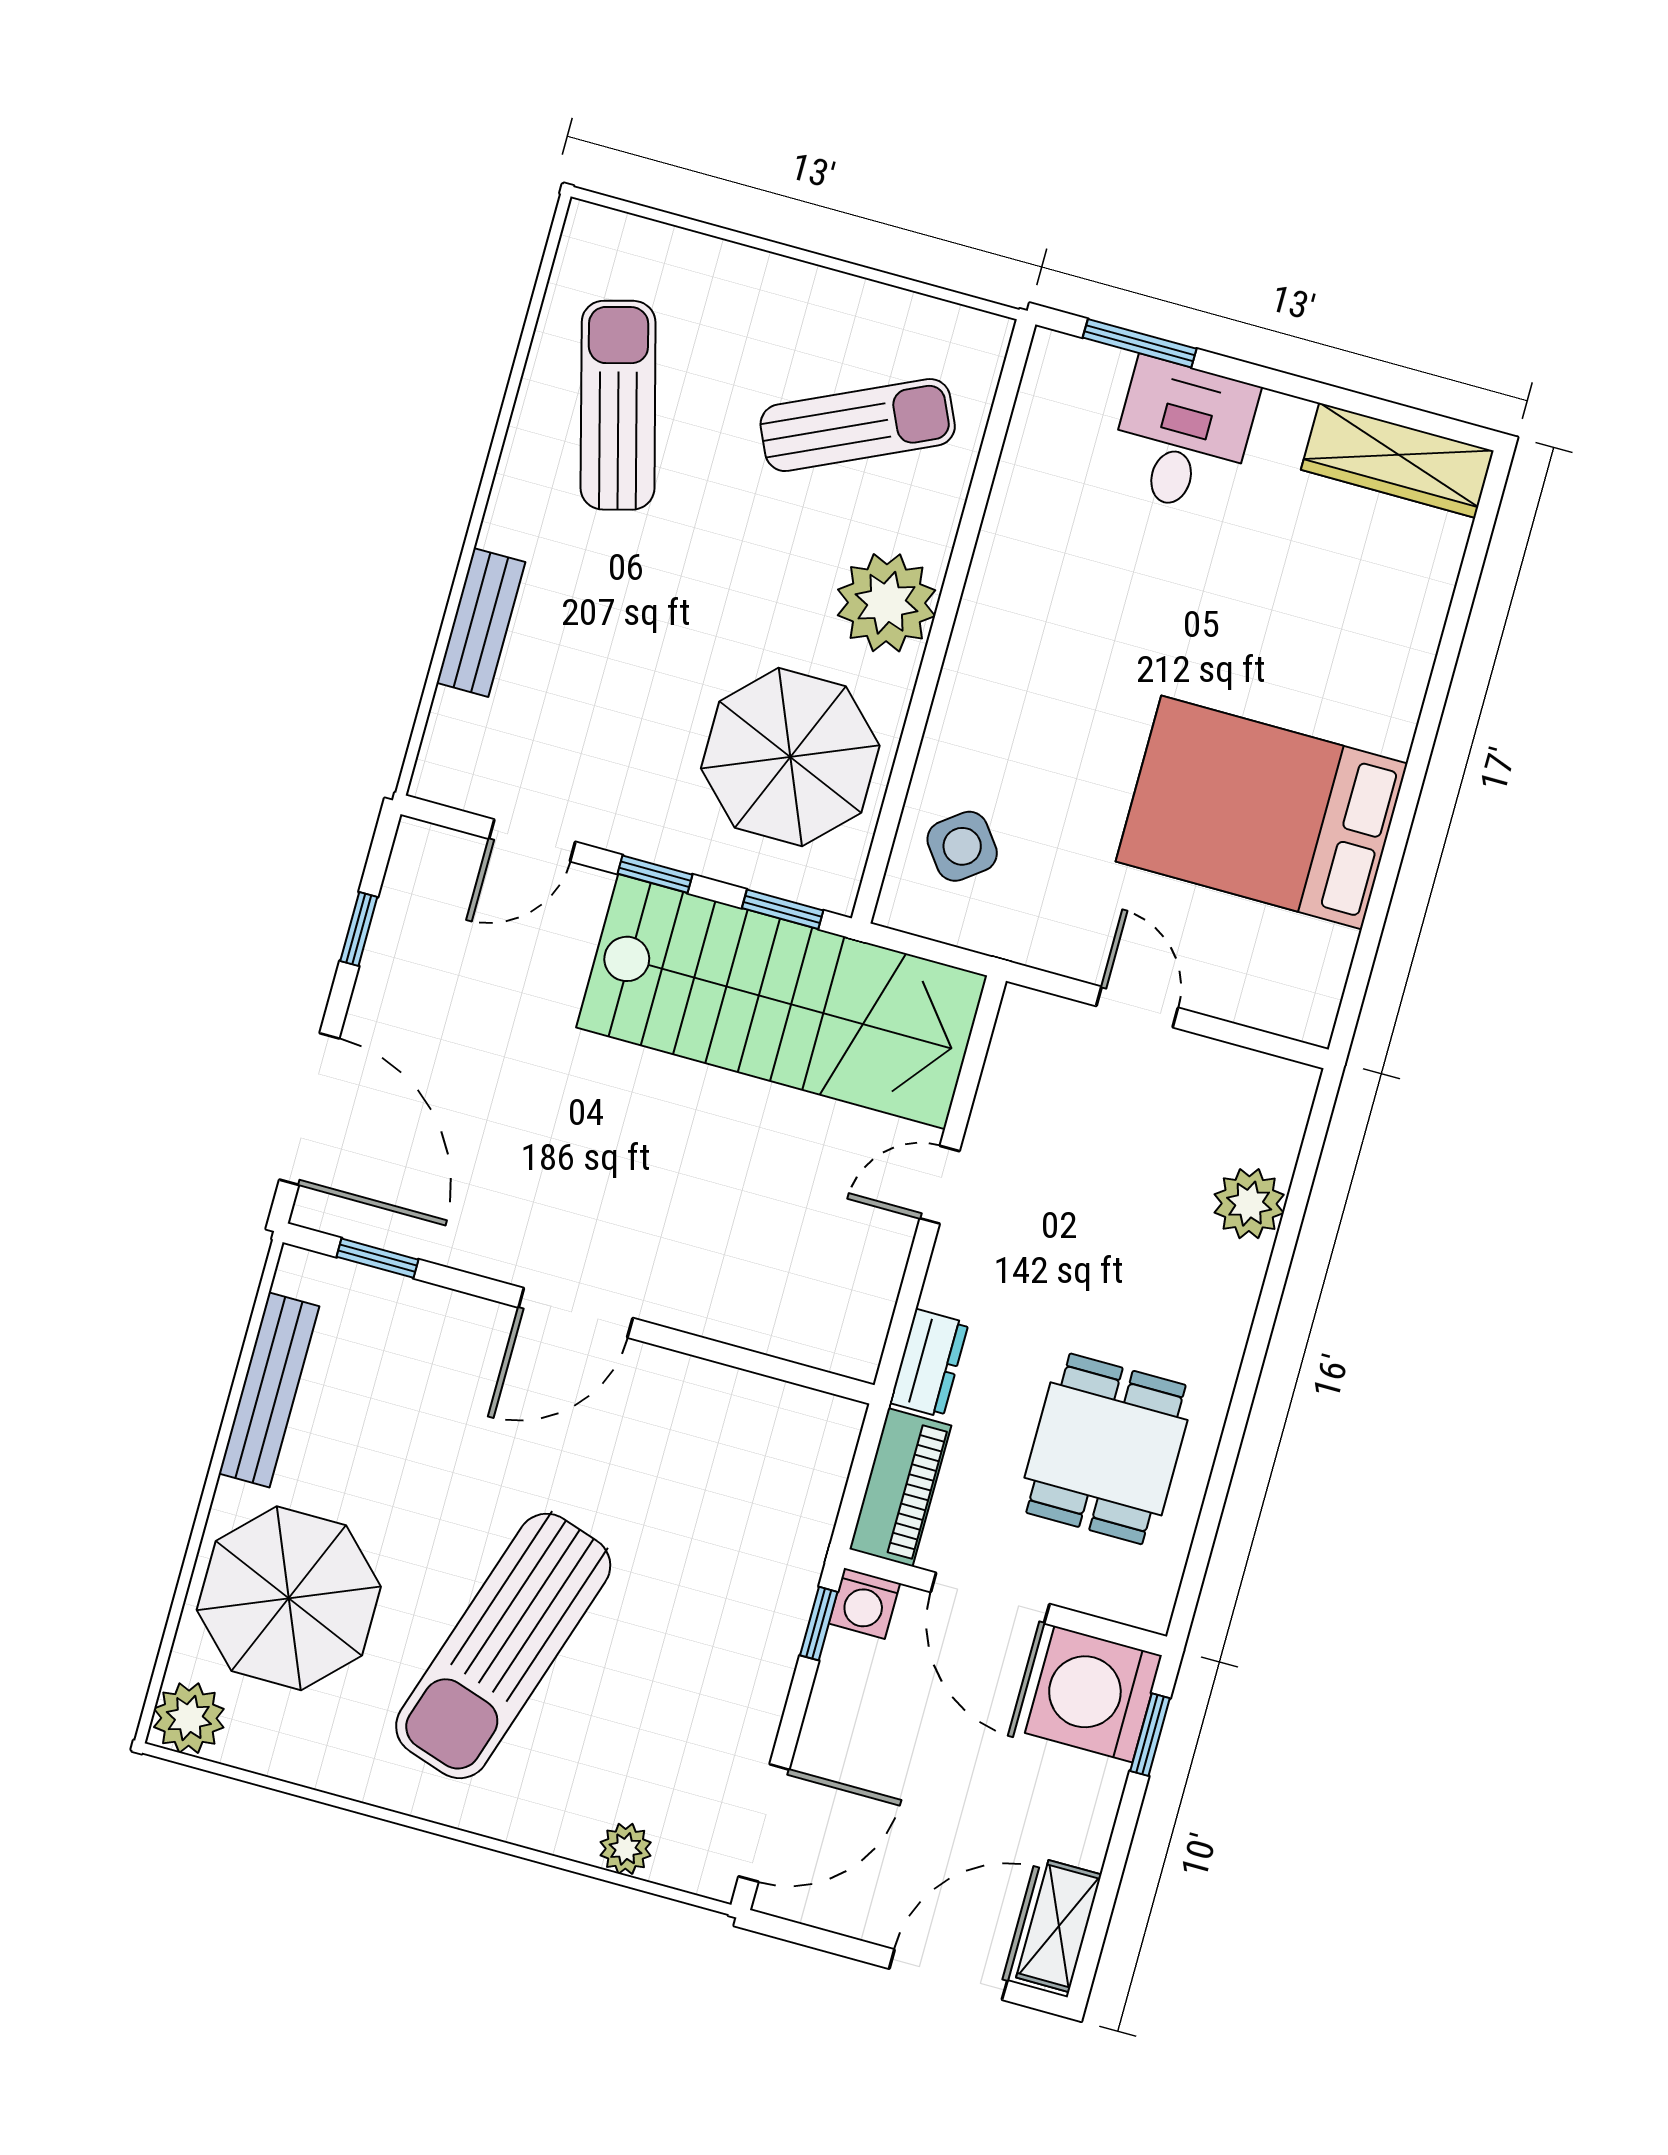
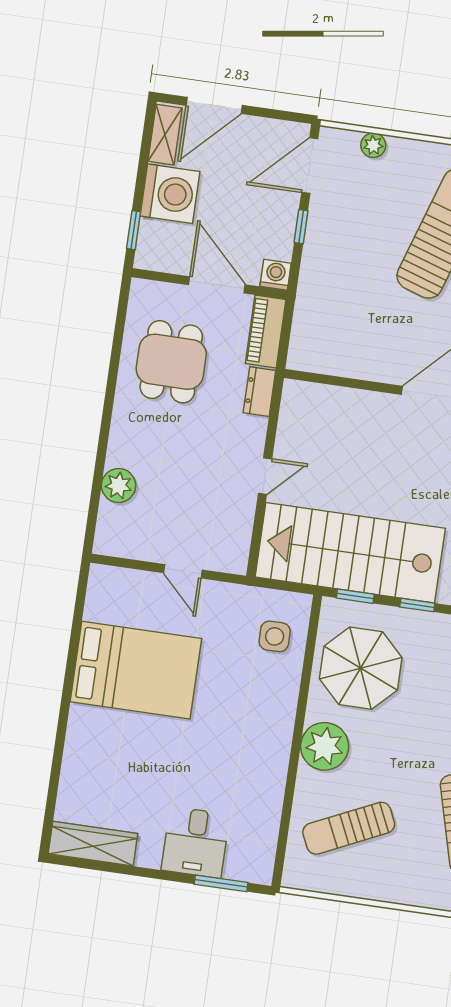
side table: (962, 846) -> (275, 636), turned 37
window: (819, 1624) -> (301, 227), moved
washing machine: (1094, 1694) -> (170, 194), moved

